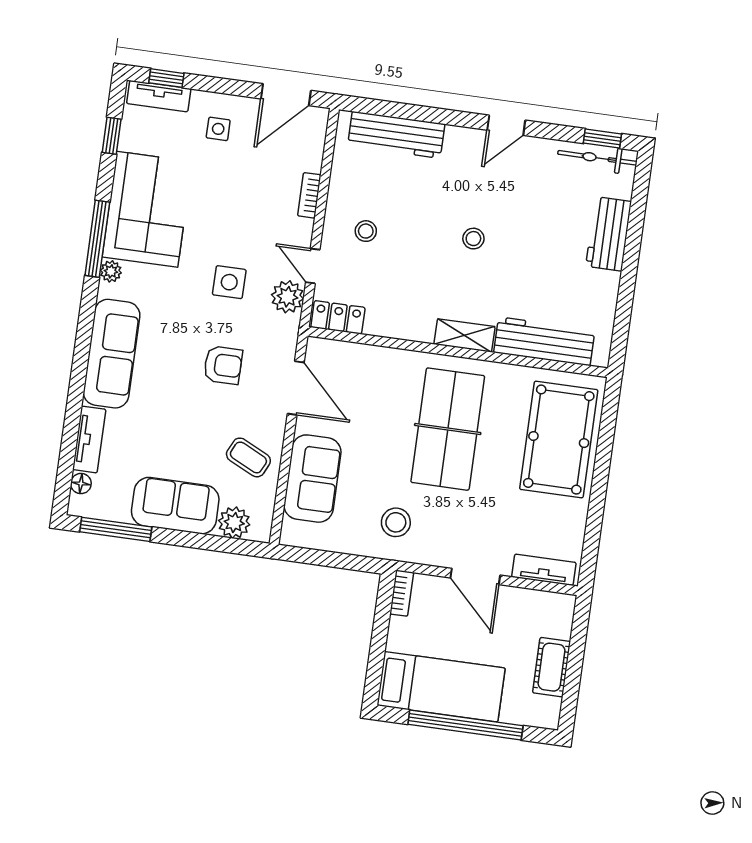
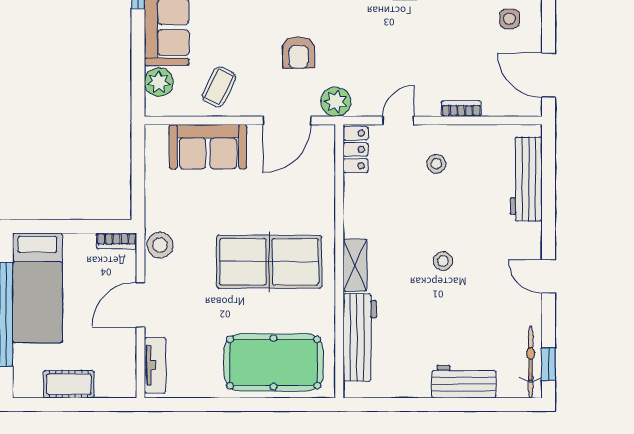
side table: (229, 282) -> (374, 48), removed
plant: (288, 297) -> (336, 102), moved
stool: (396, 522) -> (160, 245), moved

